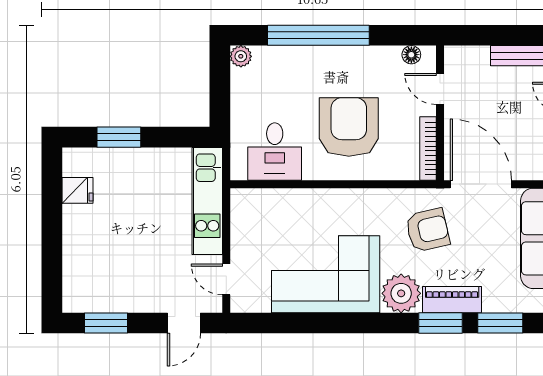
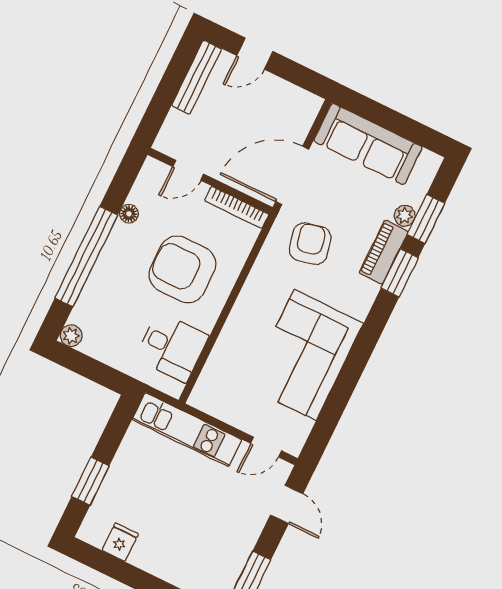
floor lamp: (411, 55) -> (129, 214), moved
plant: (401, 293) -> (405, 216), moved, width x0.53, depth x0.53

